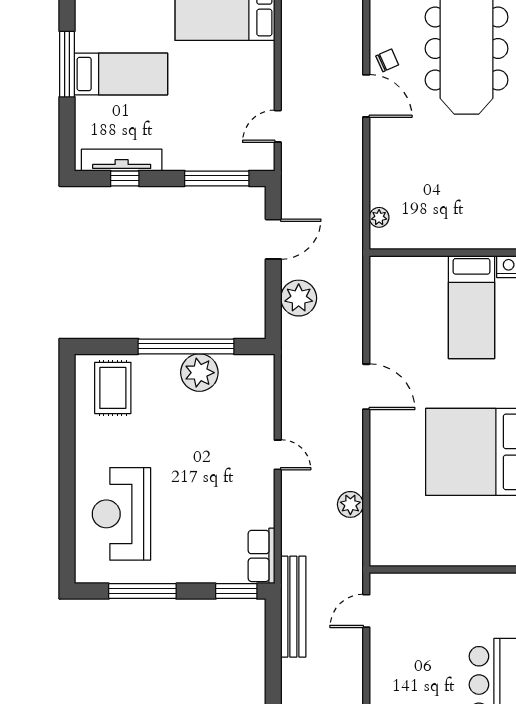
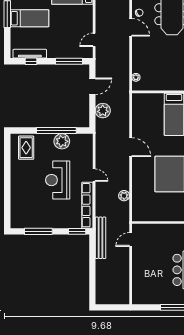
reception desk: (121, 514) -> (58, 180), moved
row of seats: (262, 556) -> (87, 205), width x2.02

